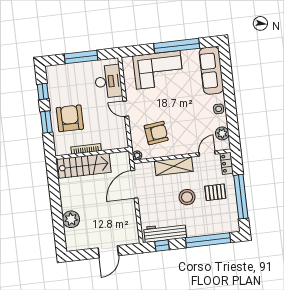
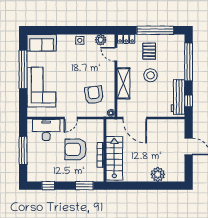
sofa: (211, 70) -> (42, 43), width x0.73
armchair: (70, 118) -> (76, 149), moved
window: (46, 122) -> (84, 186), moved

